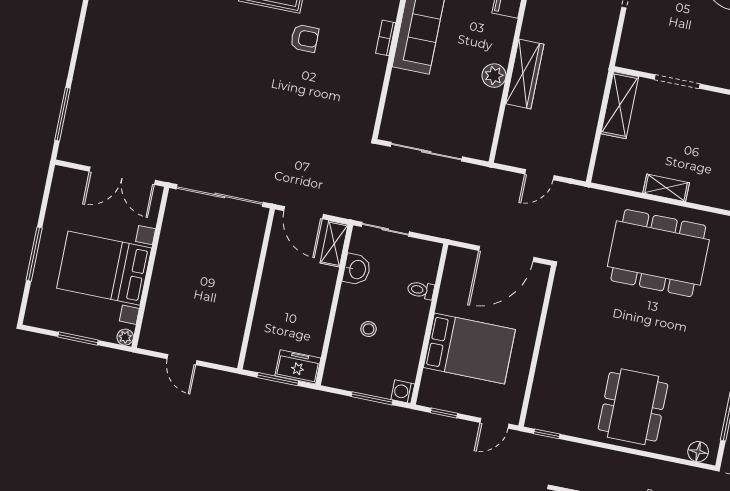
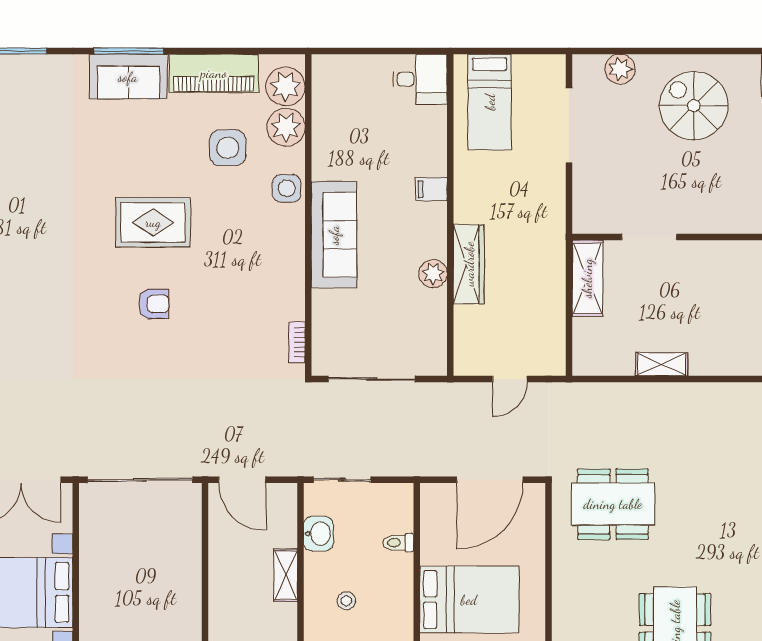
armchair: (305, 38) -> (154, 304), moved
bookcase: (386, 38) -> (297, 342), moved
shelving: (334, 244) -> (286, 575), moved
dining table: (658, 253) -> (613, 504), moved, width x0.73, depth x0.80

